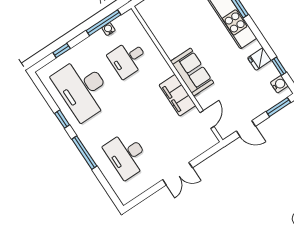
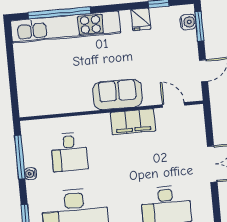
water cooler: (108, 29) -> (31, 174), moved
water cooler: (279, 84) -> (188, 22), moved, turned 90

